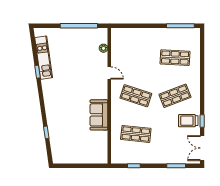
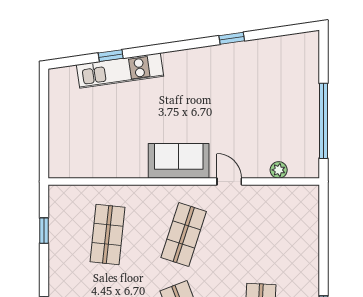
kitchen unit: (44, 58) -> (120, 71), moved
door: (109, 73) -> (229, 181), swing flipped
sofa: (99, 115) -> (179, 161), moved

